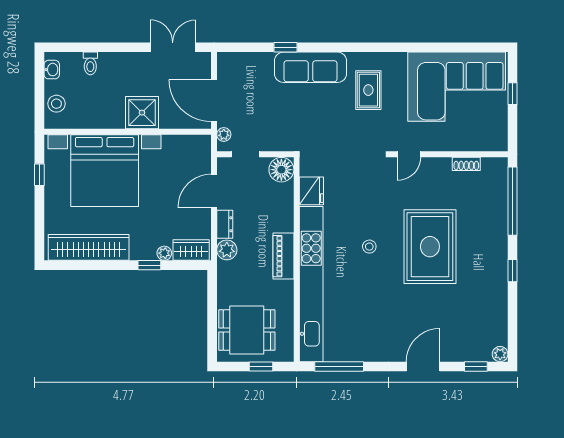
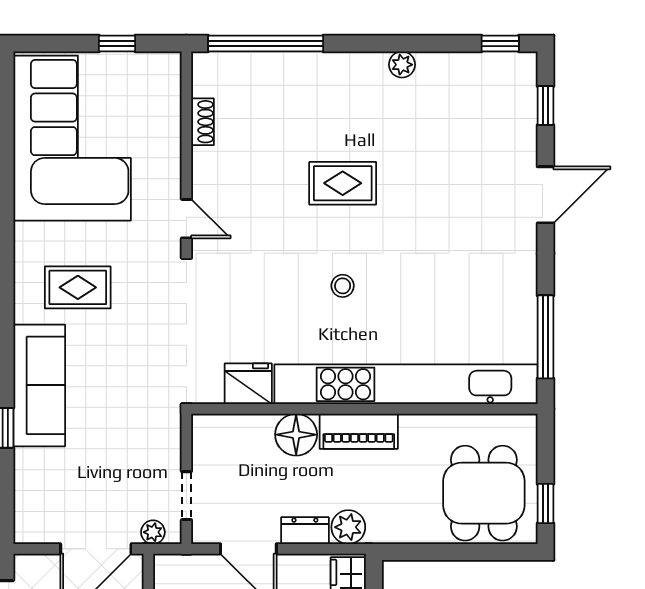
window: (512, 94) -> (117, 44), moved
floor lamp: (281, 170) -> (296, 435), moved
rug: (430, 247) -> (343, 183), width x0.54, depth x0.49
window: (512, 271) -> (500, 44), moved
plant: (500, 354) -> (402, 65), moved
window: (261, 366) -> (546, 504), moved
door: (423, 366) -> (546, 195), swing flipped

